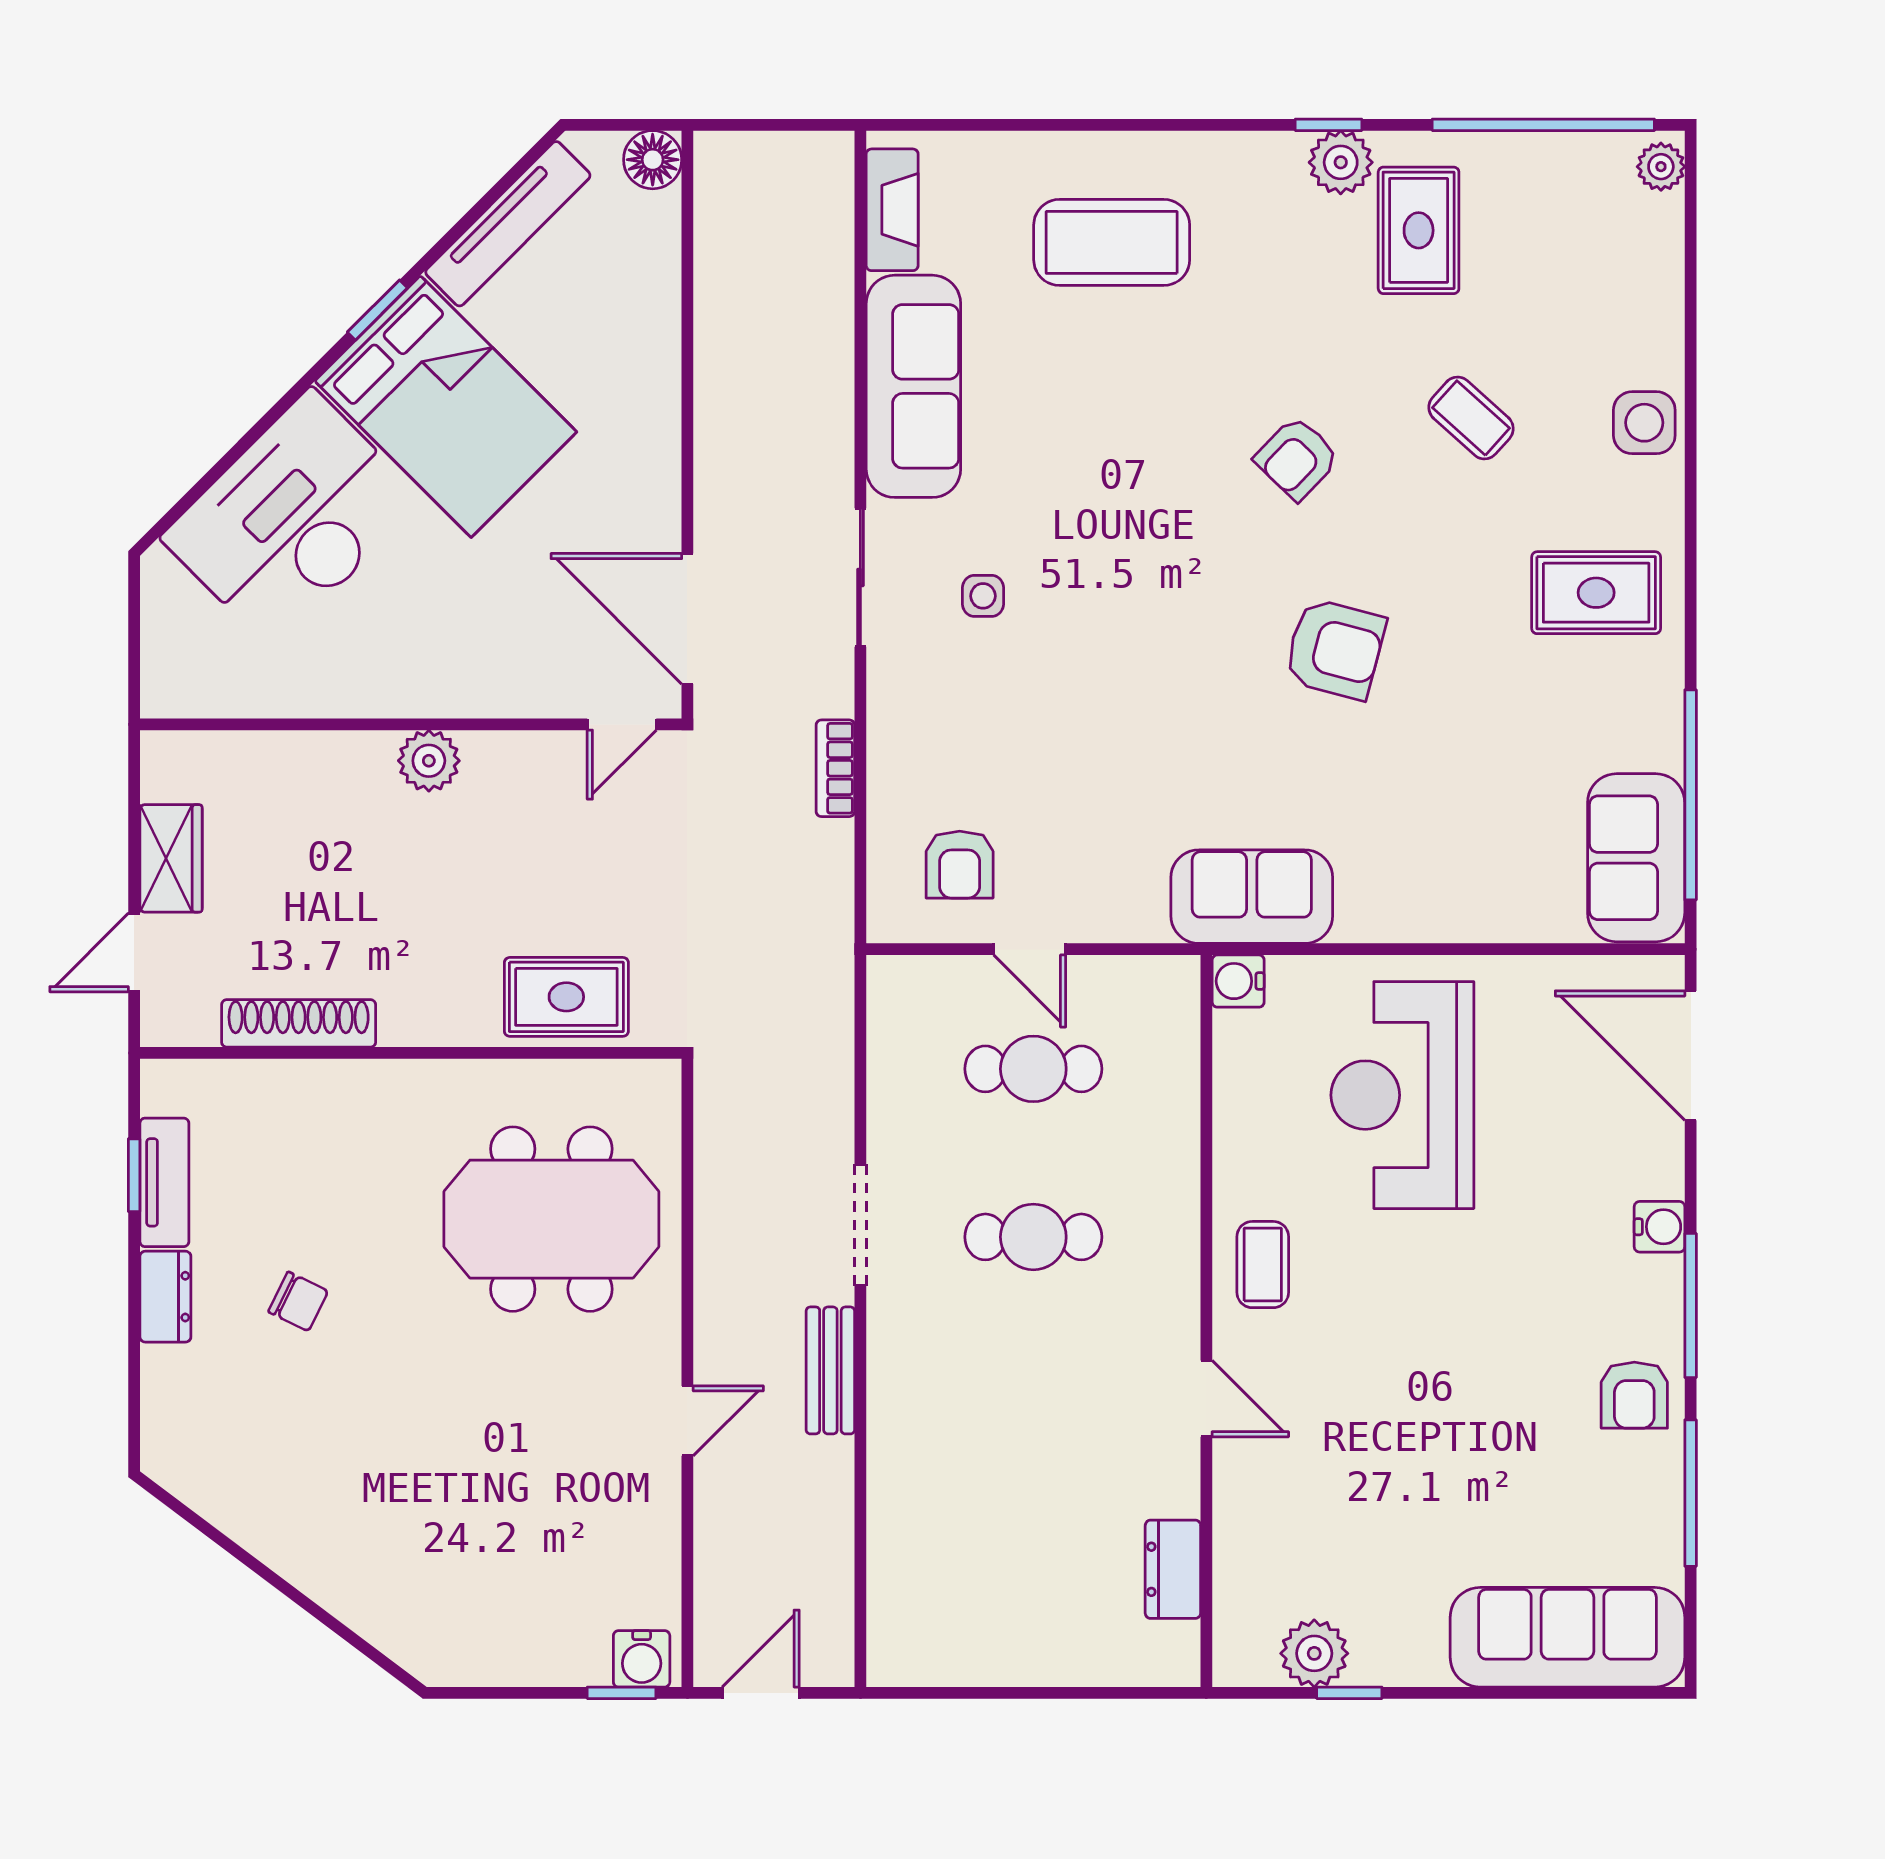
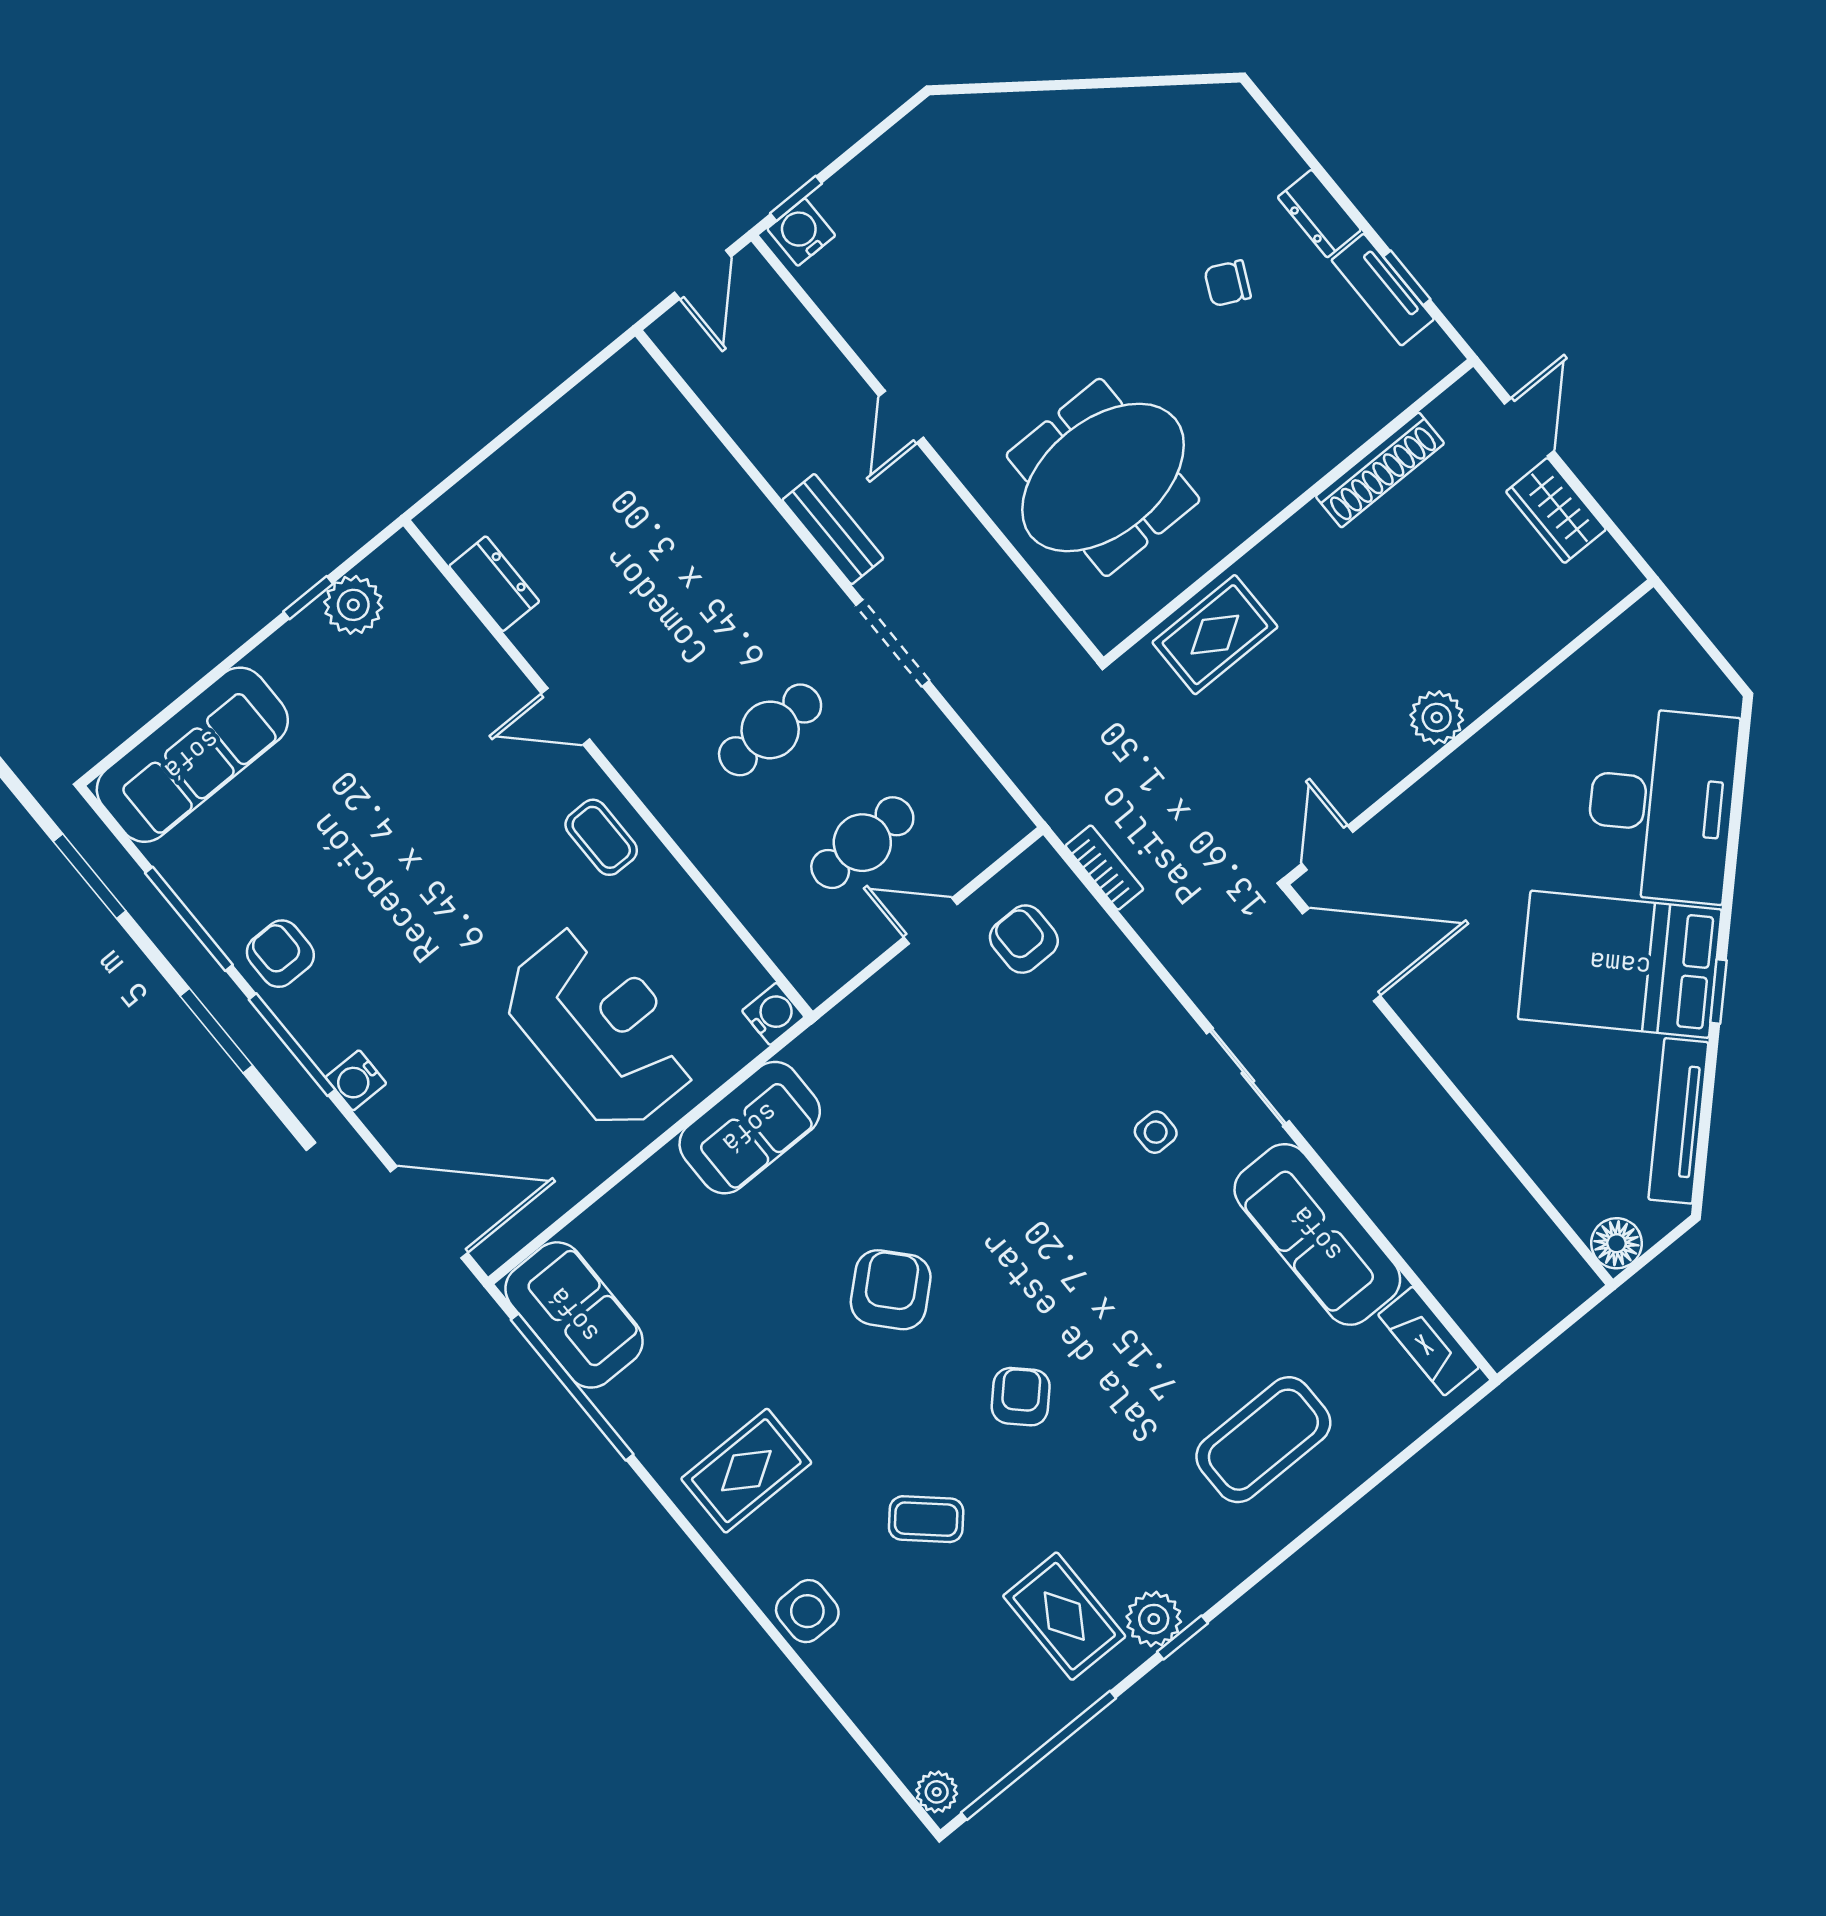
armchair: (1335, 649) -> (891, 1290), turned 123
bookcase: (835, 768) -> (1104, 868), moved
sofa: (1252, 897) -> (750, 1128), moved

